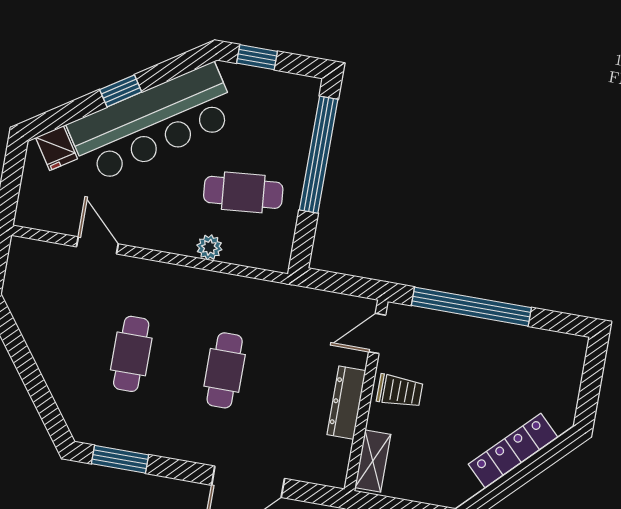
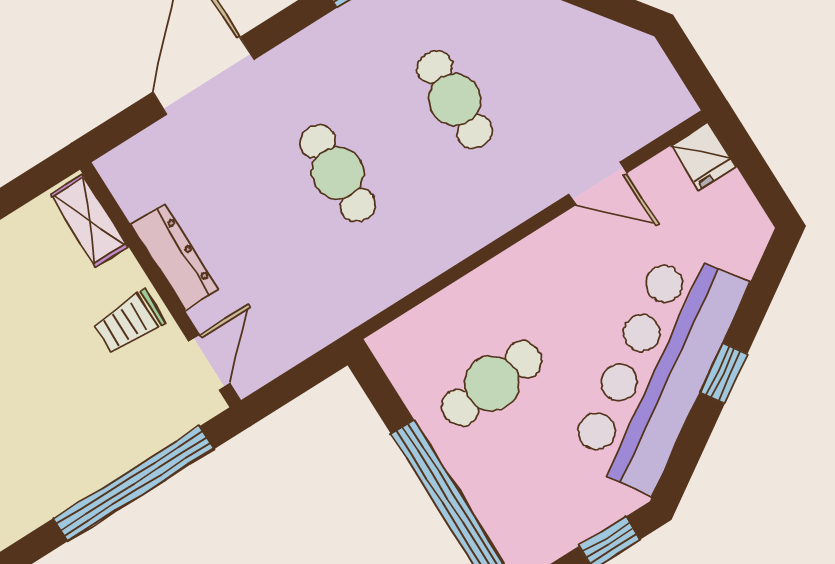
fridge: (57, 148) -> (704, 156), moved, turned -147
plant: (209, 247) -> (475, 291), removed

